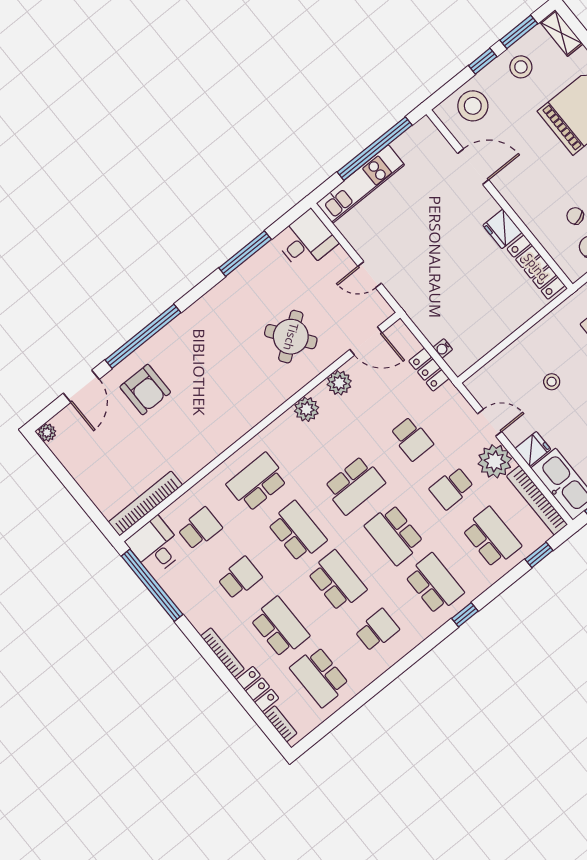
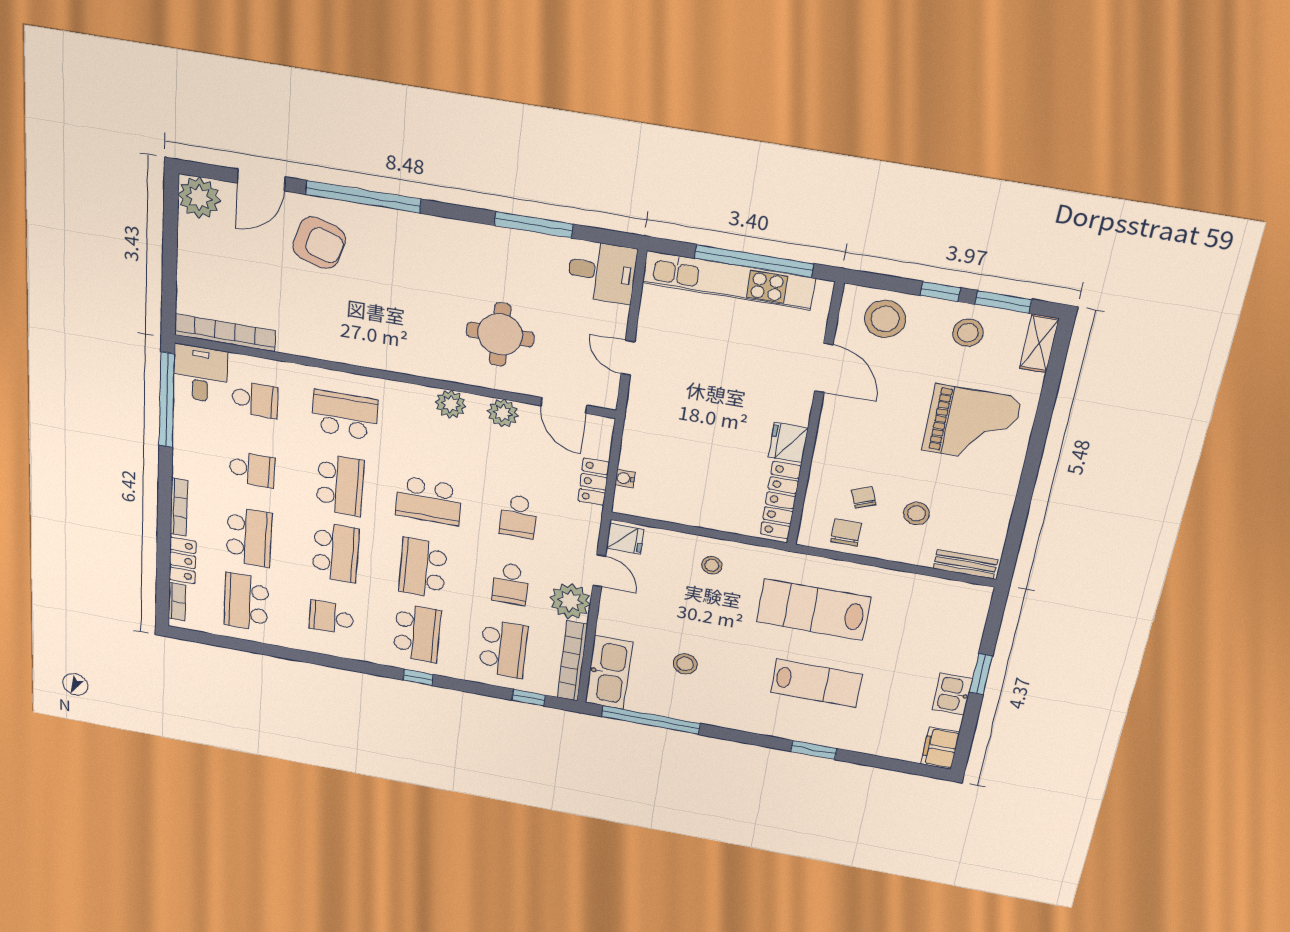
kitchen unit: (360, 184) -> (728, 280), width x1.36
round table: (291, 337) -> (500, 334), turned 36
stool: (552, 382) -> (712, 565), moved
armchair: (145, 390) -> (319, 243), turned -73
plant: (47, 433) -> (199, 198), width x1.87, depth x1.87
fridge: (533, 449) -> (625, 539), moved
school desk: (452, 488) -> (511, 584), turned -90
school desk: (377, 630) -> (331, 618), turned 180

